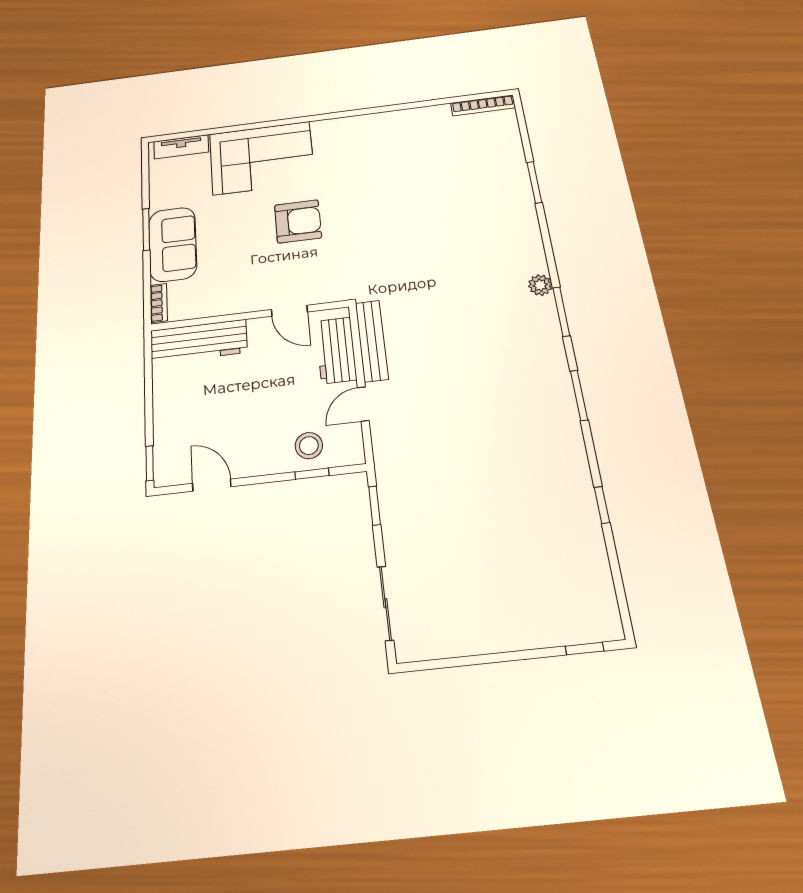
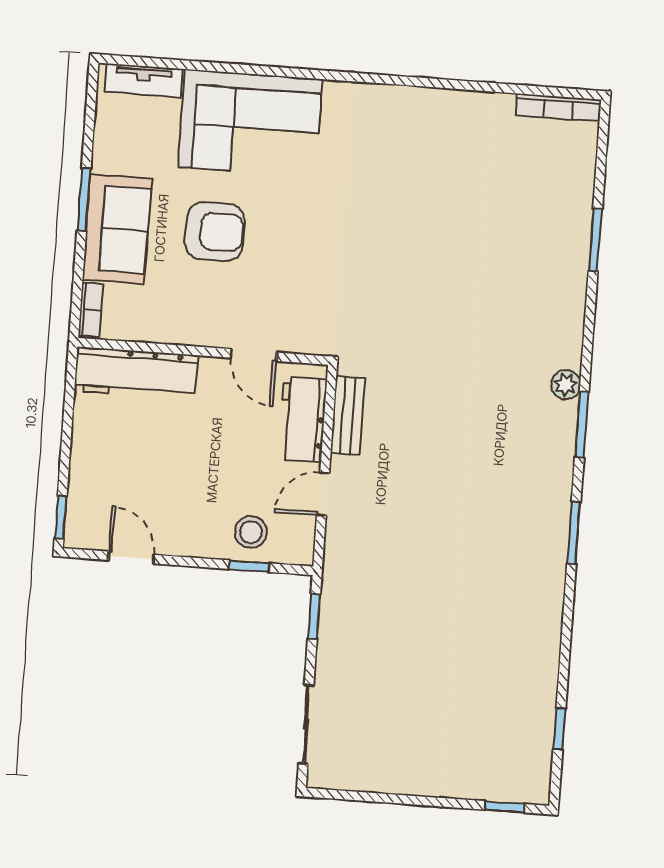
armchair: (298, 221) -> (215, 232), moved
bench: (372, 341) -> (348, 416), width x0.73
window: (602, 505) -> (559, 729), moved

